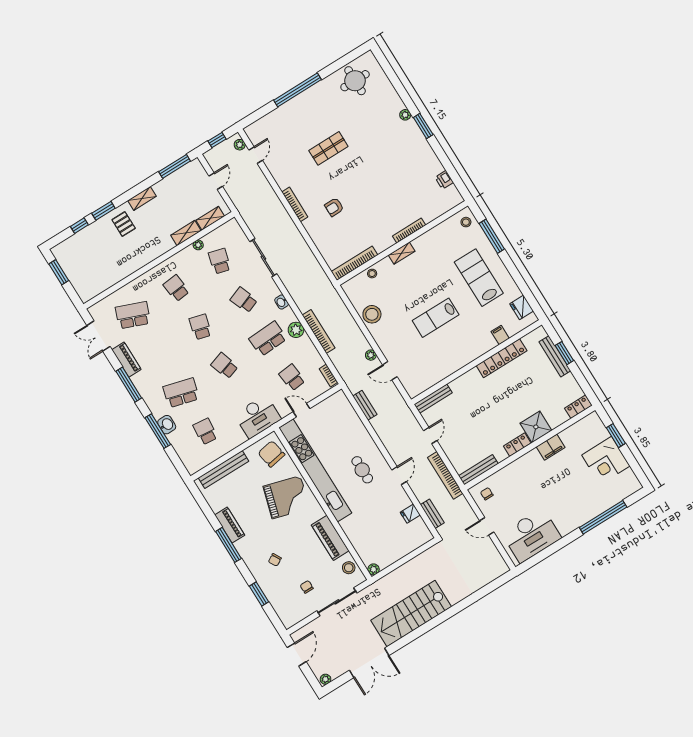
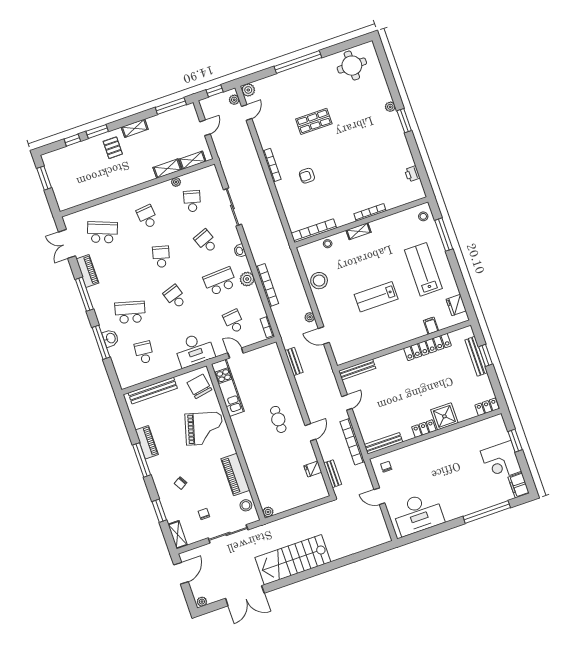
plant: (252, 131) -> (248, 90), added
filing cabinet: (551, 447) -> (519, 485), moved, turned 90
kitchen unit: (315, 470) -> (228, 388), width x0.54
shelving: (284, 615) -> (178, 535), added

